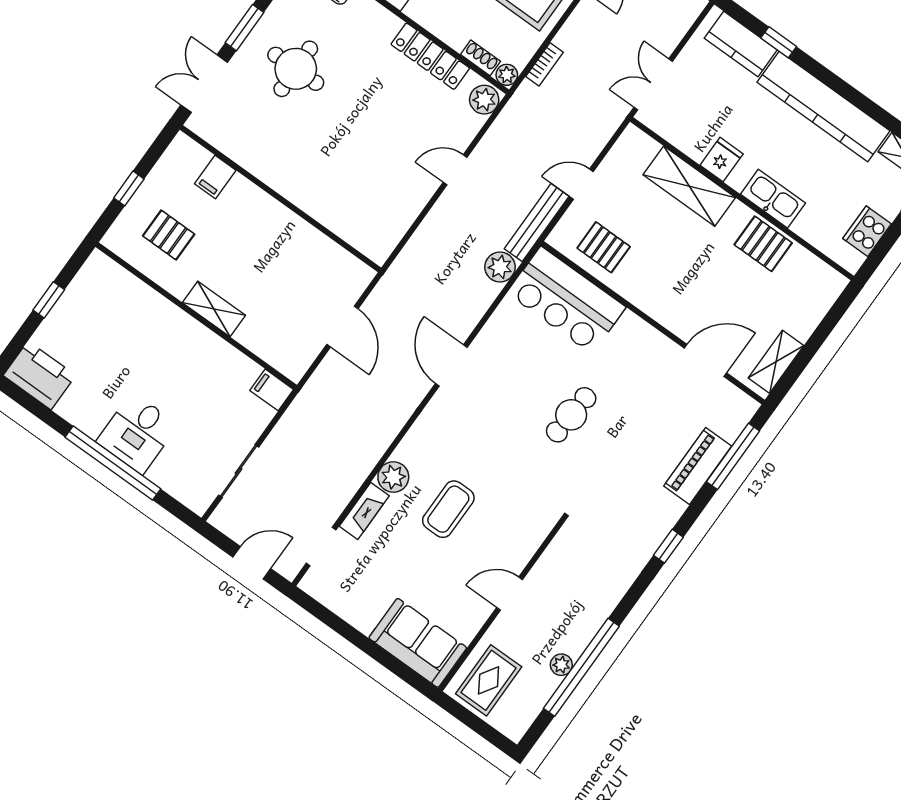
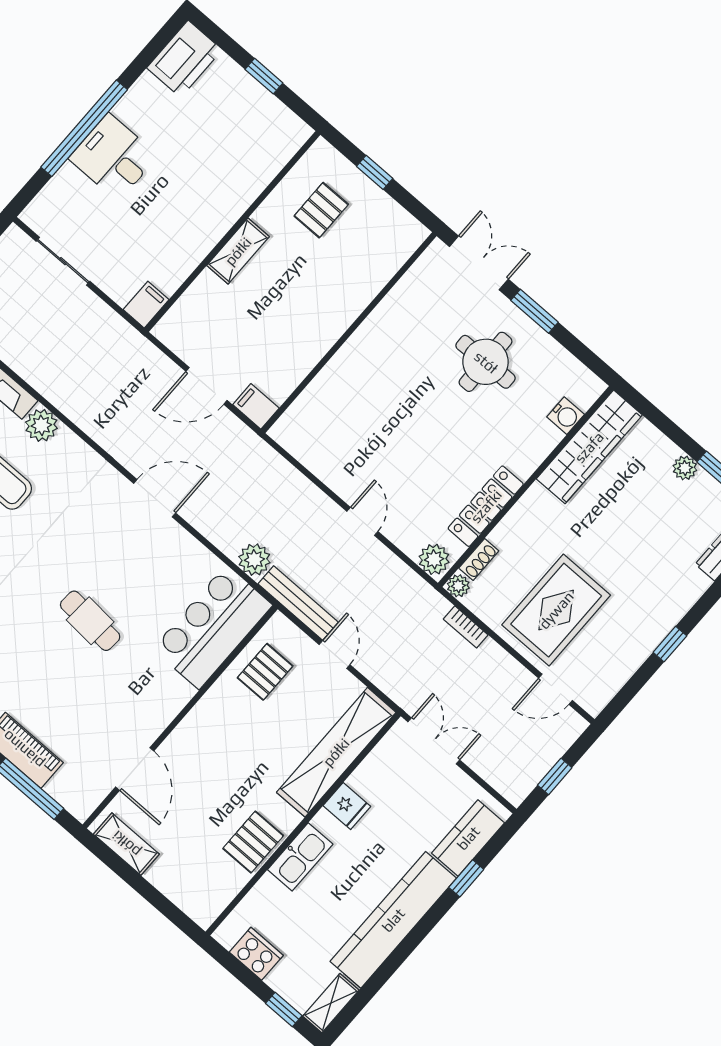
filing cabinet: (215, 177) -> (256, 406), moved
shelving: (689, 186) -> (336, 752), width x1.47

